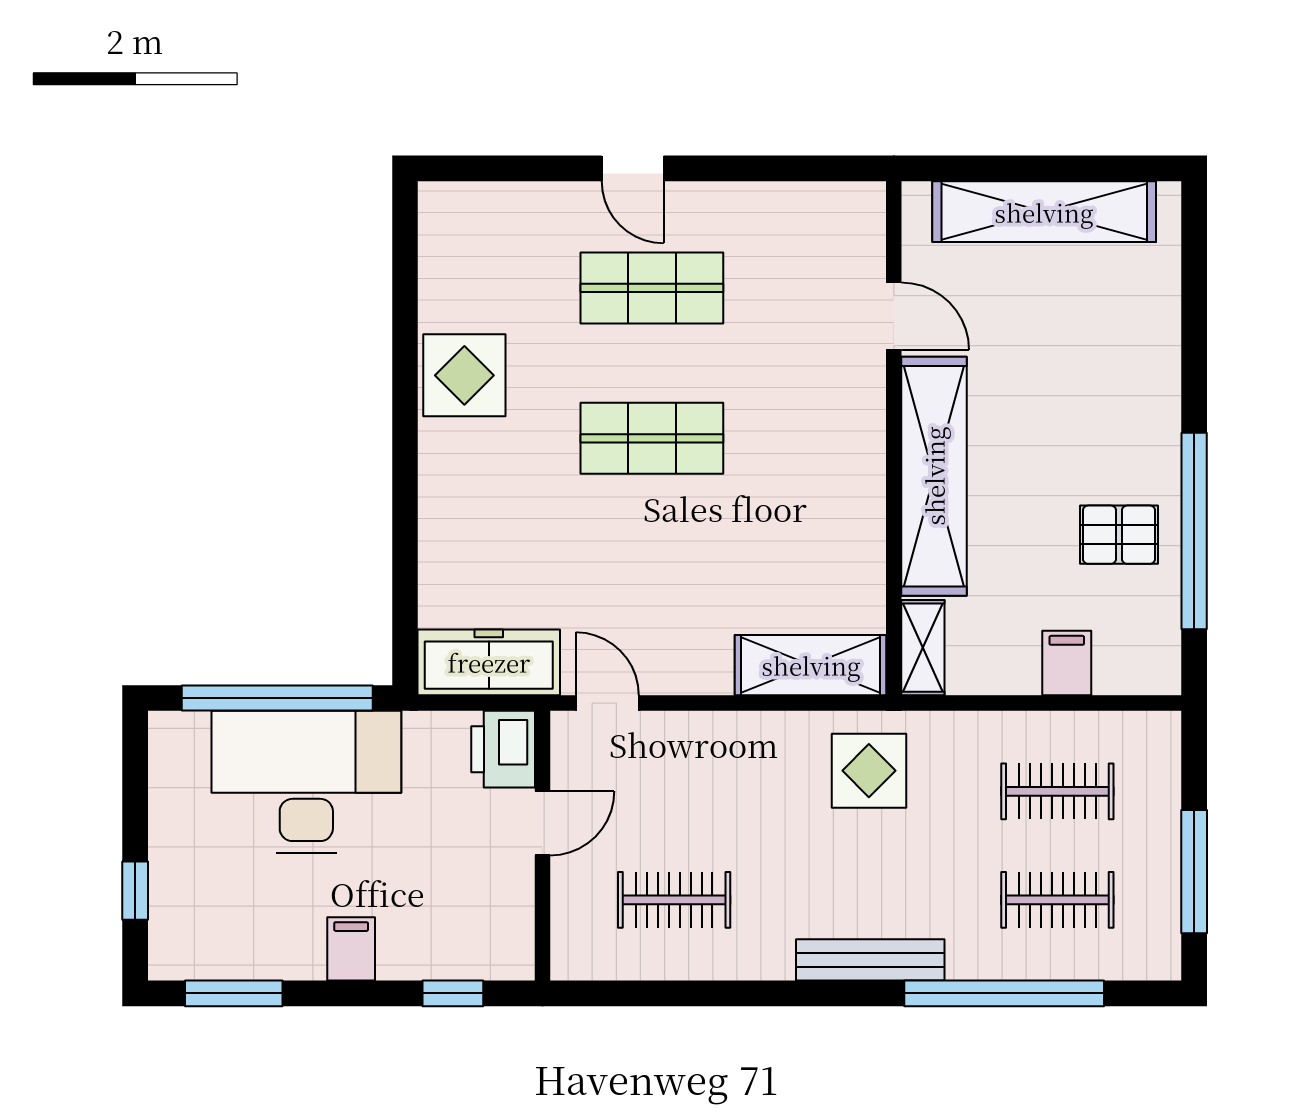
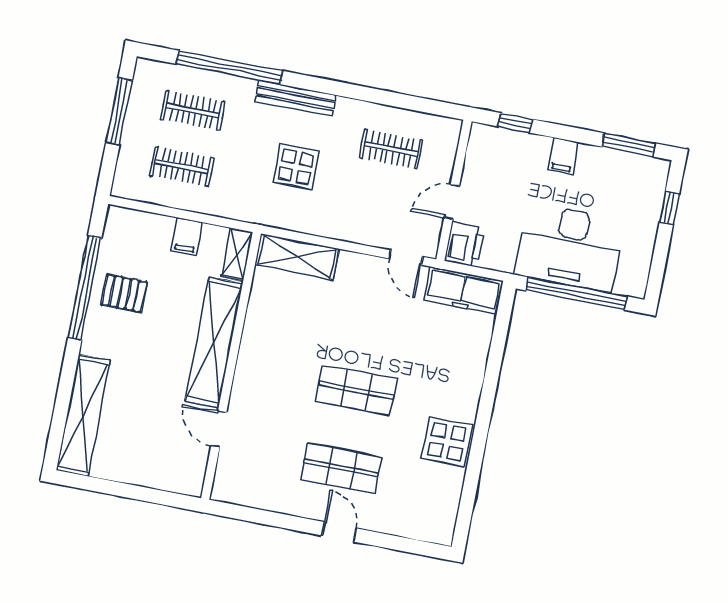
shelving: (1044, 212) -> (83, 415), moved, turned 90
filing cabinet: (1067, 663) -> (187, 237), moved
display table: (869, 771) -> (296, 167), moved

